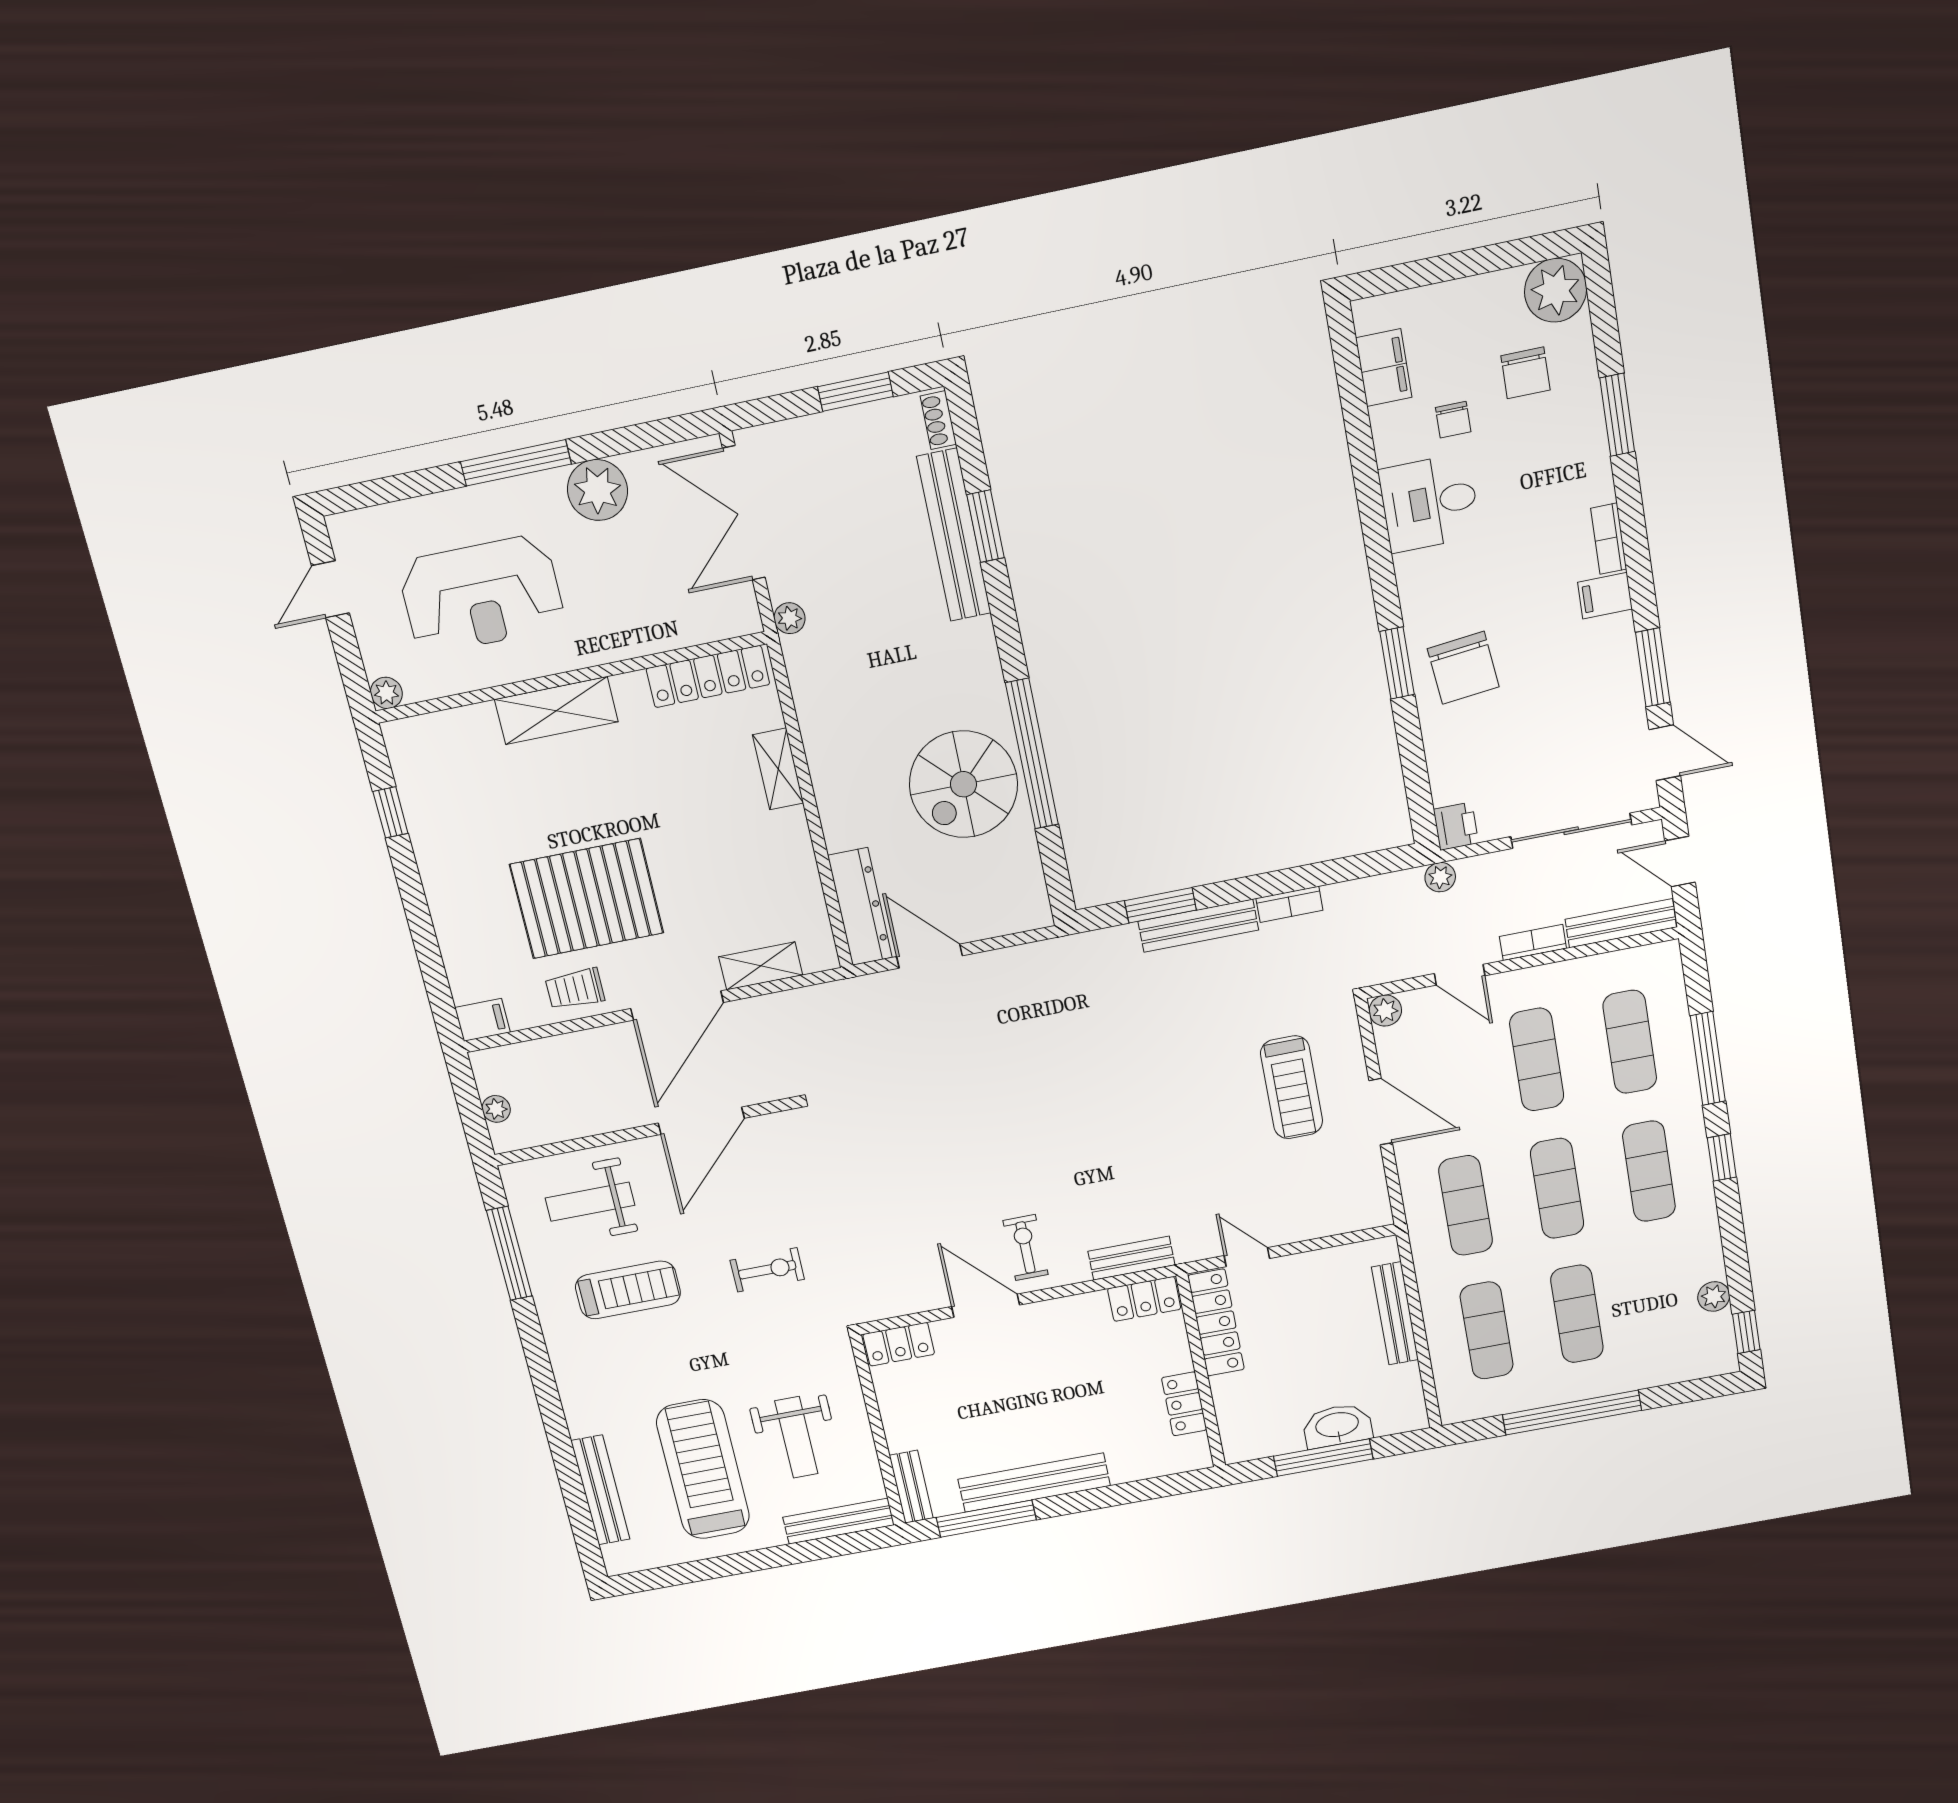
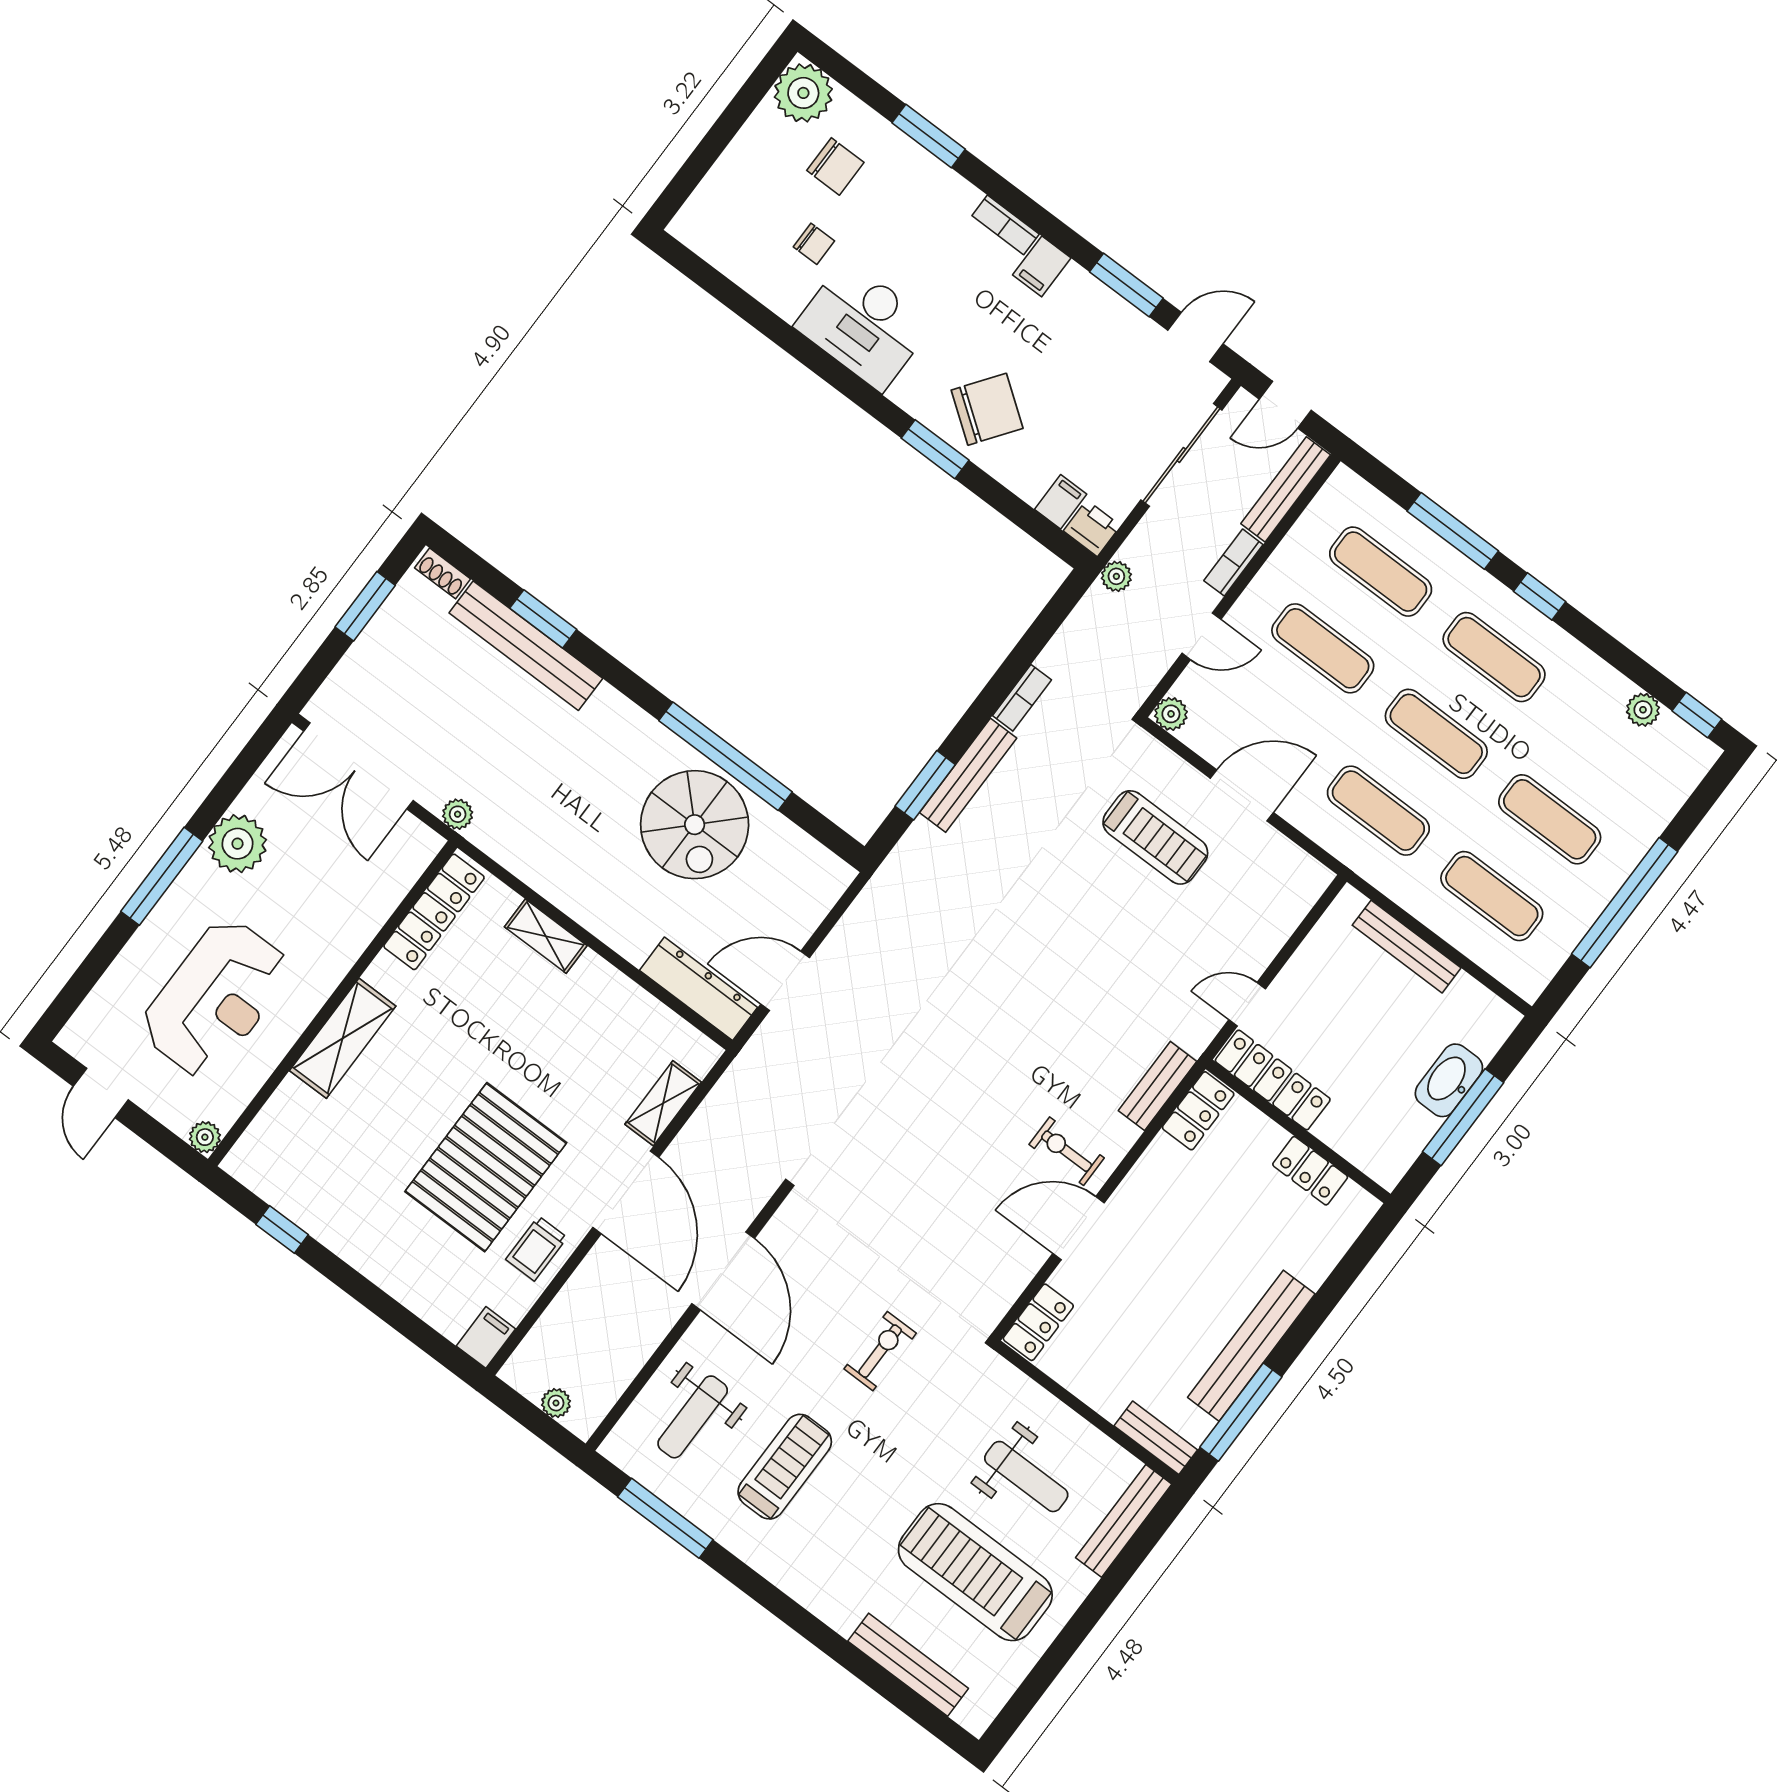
filing cabinet: (1384, 368) -> (1061, 502), moved, width x0.50
desk: (1429, 503) -> (864, 325), width x1.37
chair: (1463, 668) -> (987, 409), turned -48

